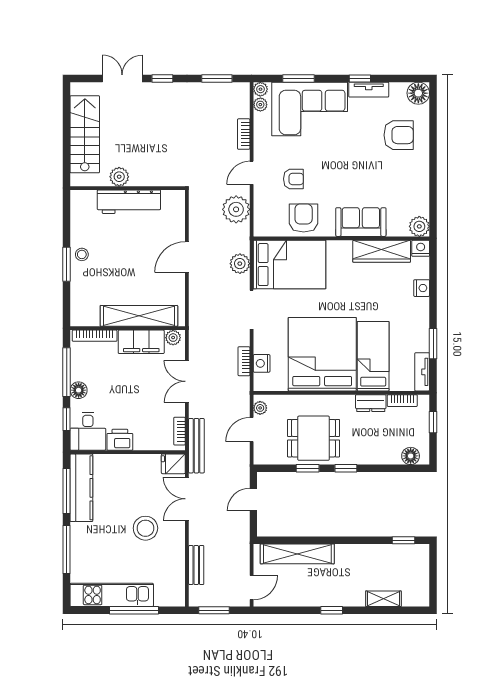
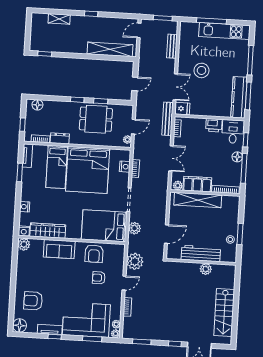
plant: (119, 177) -> (206, 269), moved
wall: (128, 188) -> (201, 262), moved
workbench: (129, 202) -> (201, 253), moved

